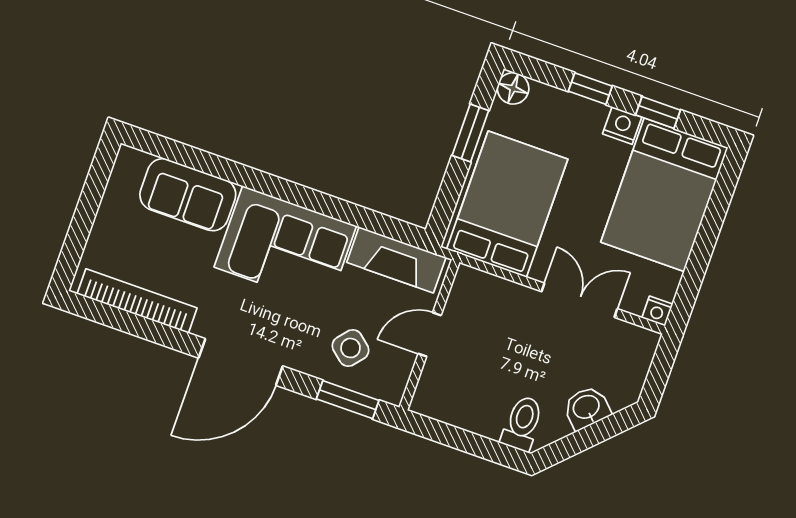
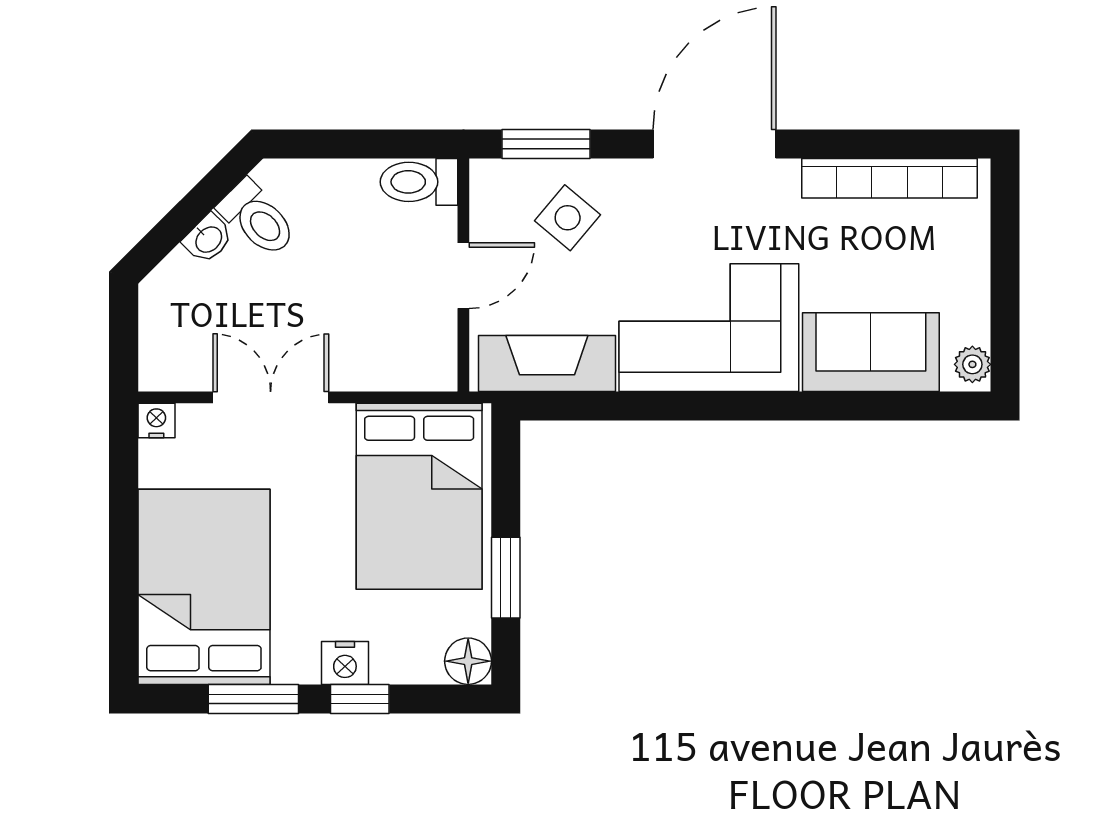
window: (658, 112) -> (253, 699), width x1.50
nightstand: (622, 125) -> (345, 663), moved
plant: (126, 164) -> (972, 364), added
double door: (579, 300) -> (271, 397), swing flipped
toilet: (437, 404) -> (419, 182), added
washbasin: (587, 408) -> (208, 239), width x0.72, depth x0.69
toilet: (522, 423) -> (257, 219), moved, turned -45

